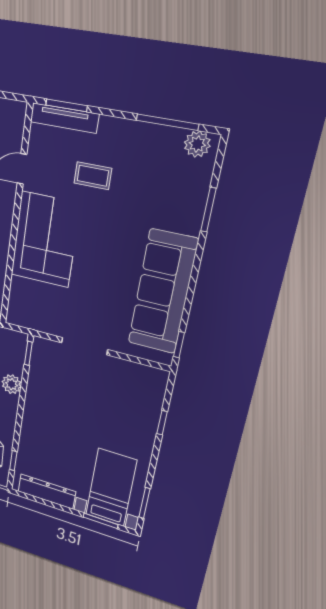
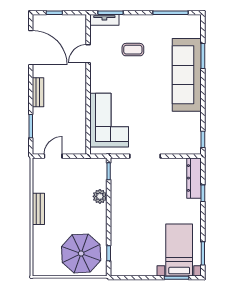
tv unit: (64, 118) -> (104, 20), width x0.71
plant: (197, 144) -> (189, 22), removed
corner sofa: (45, 240) -> (109, 120), moved
sofa: (163, 292) -> (187, 75), moved
dresser: (47, 492) -> (194, 178), moved, turned -90

